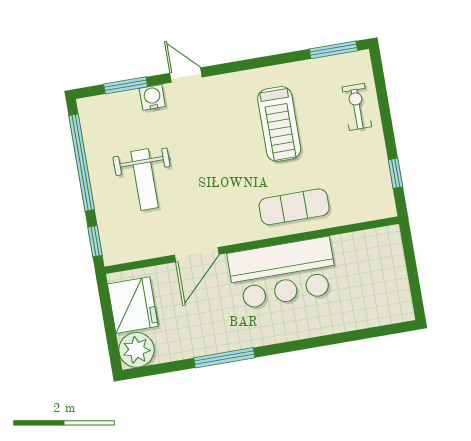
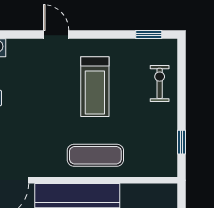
window: (333, 50) -> (149, 34), width x0.67
door: (186, 75) -> (56, 34), moved

